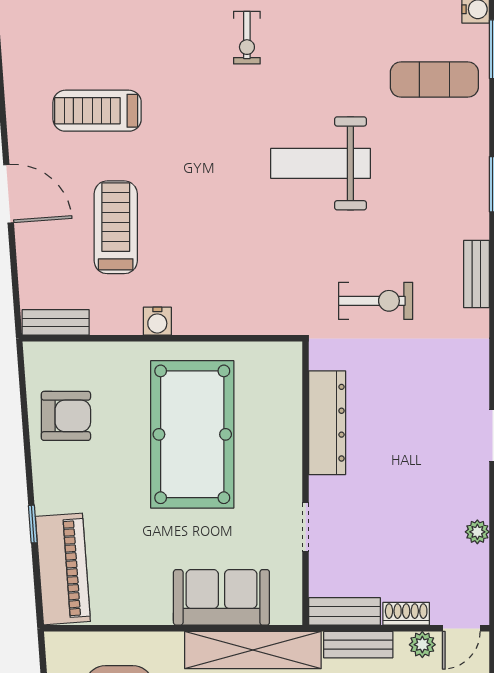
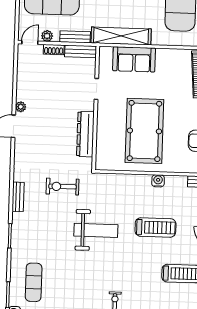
exercise mat: (434, 80) -> (34, 282), turned 90
weight bench: (321, 163) -> (96, 230), moved
treadmill: (116, 227) -> (155, 227), moved, turned -90
plant: (477, 532) -> (21, 107), moved

